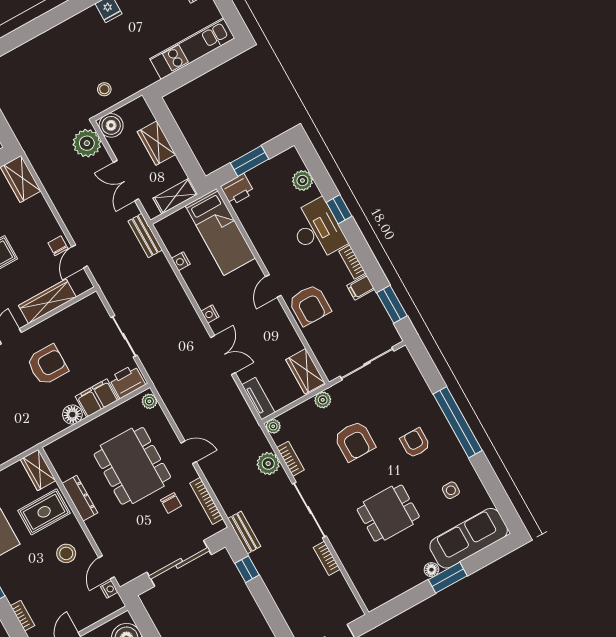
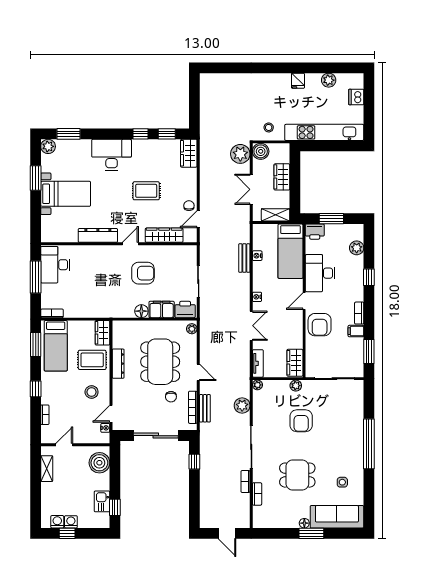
kitchen unit: (192, 48) -> (324, 132), width x1.36
desk: (317, 230) -> (320, 273), moved, turned 180
bench: (145, 236) -> (244, 258), moved
armchair: (415, 443) -> (337, 442), removed
bookcase: (291, 459) -> (257, 494), moved
bench: (244, 532) -> (205, 408), moved

